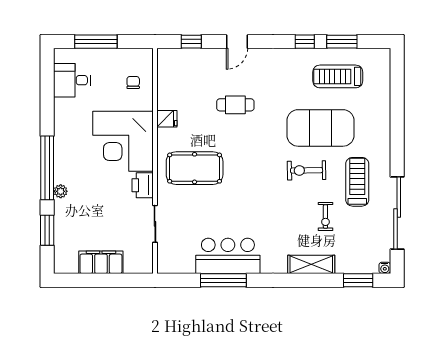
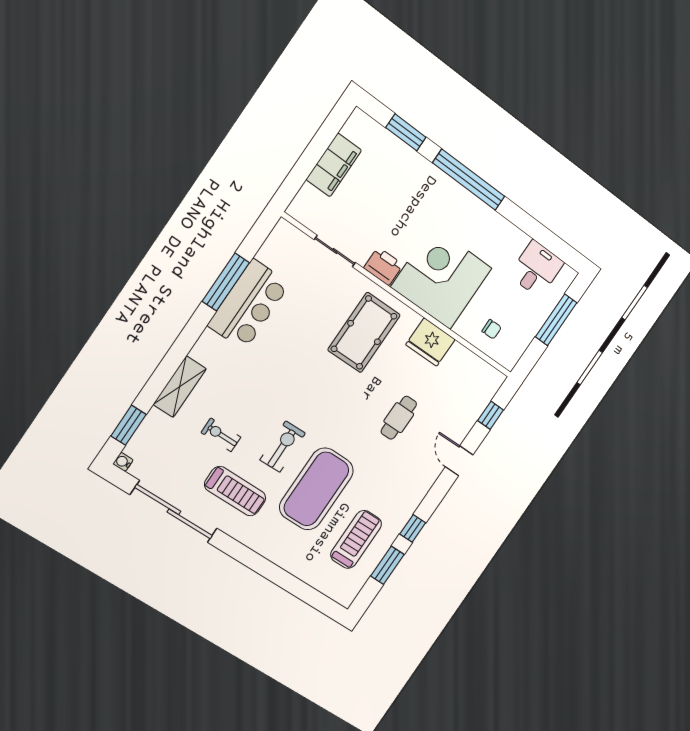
fridge: (167, 119) -> (430, 342), width x1.88, depth x1.34
plant: (61, 191) -> (436, 176), removed

